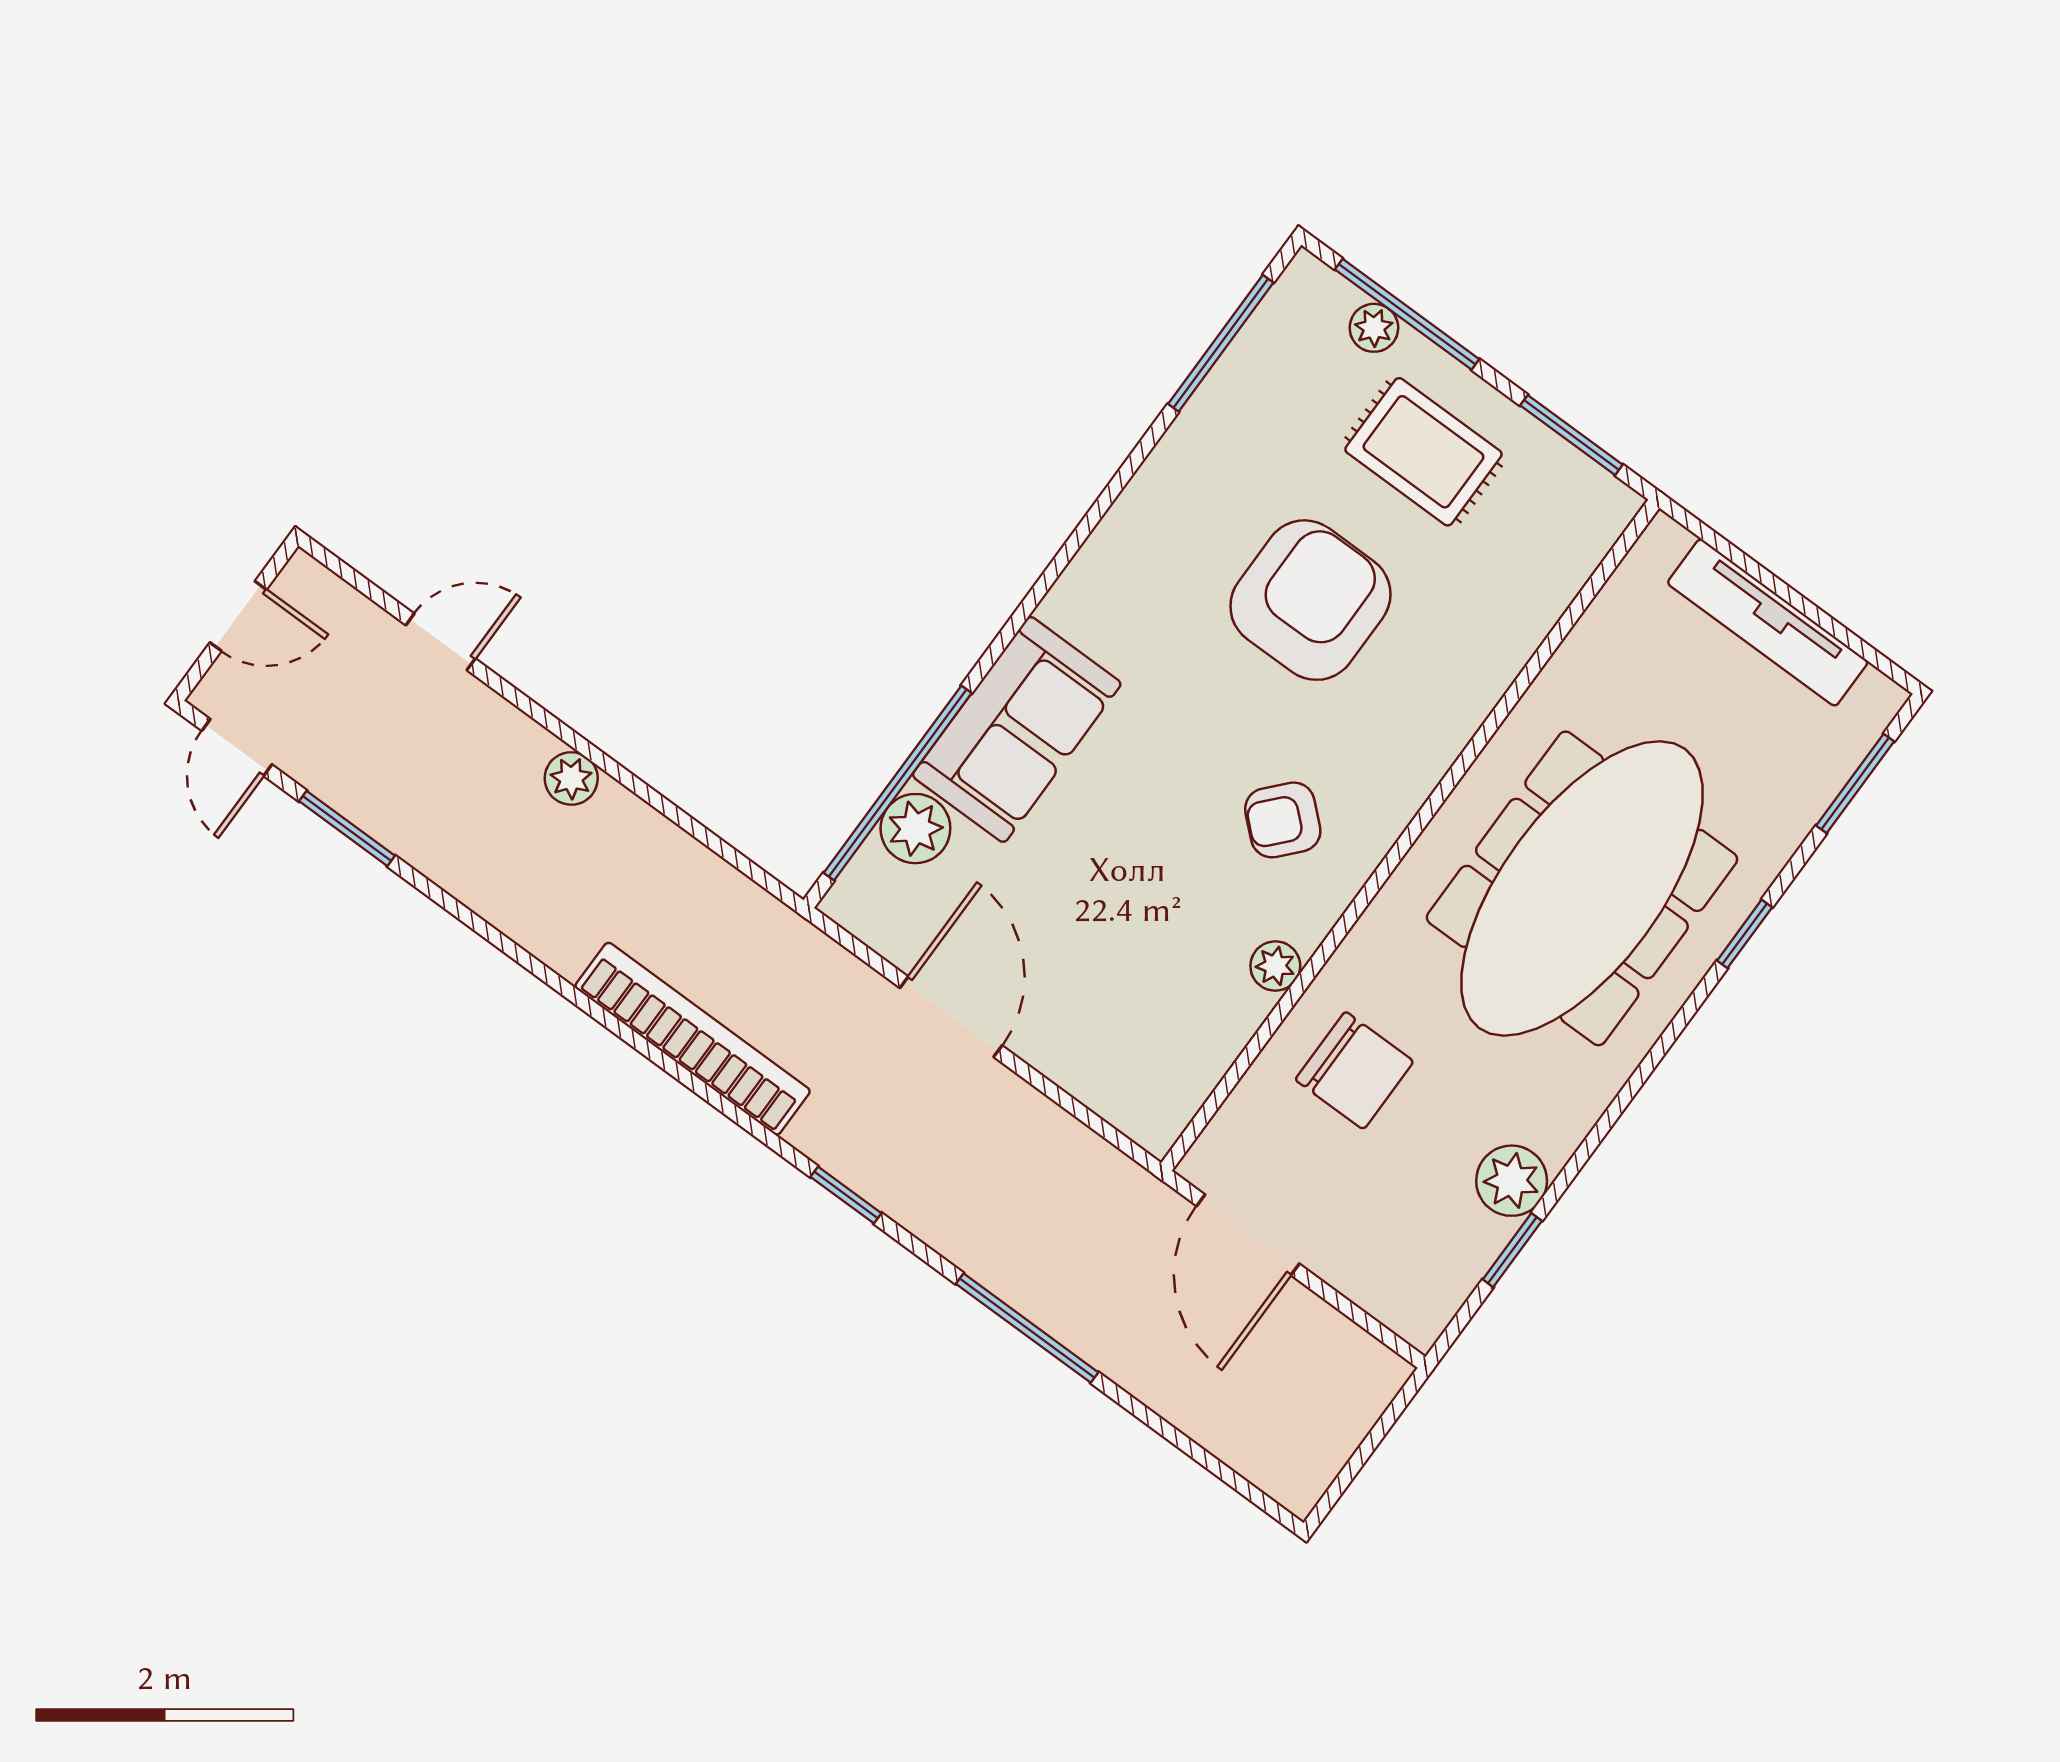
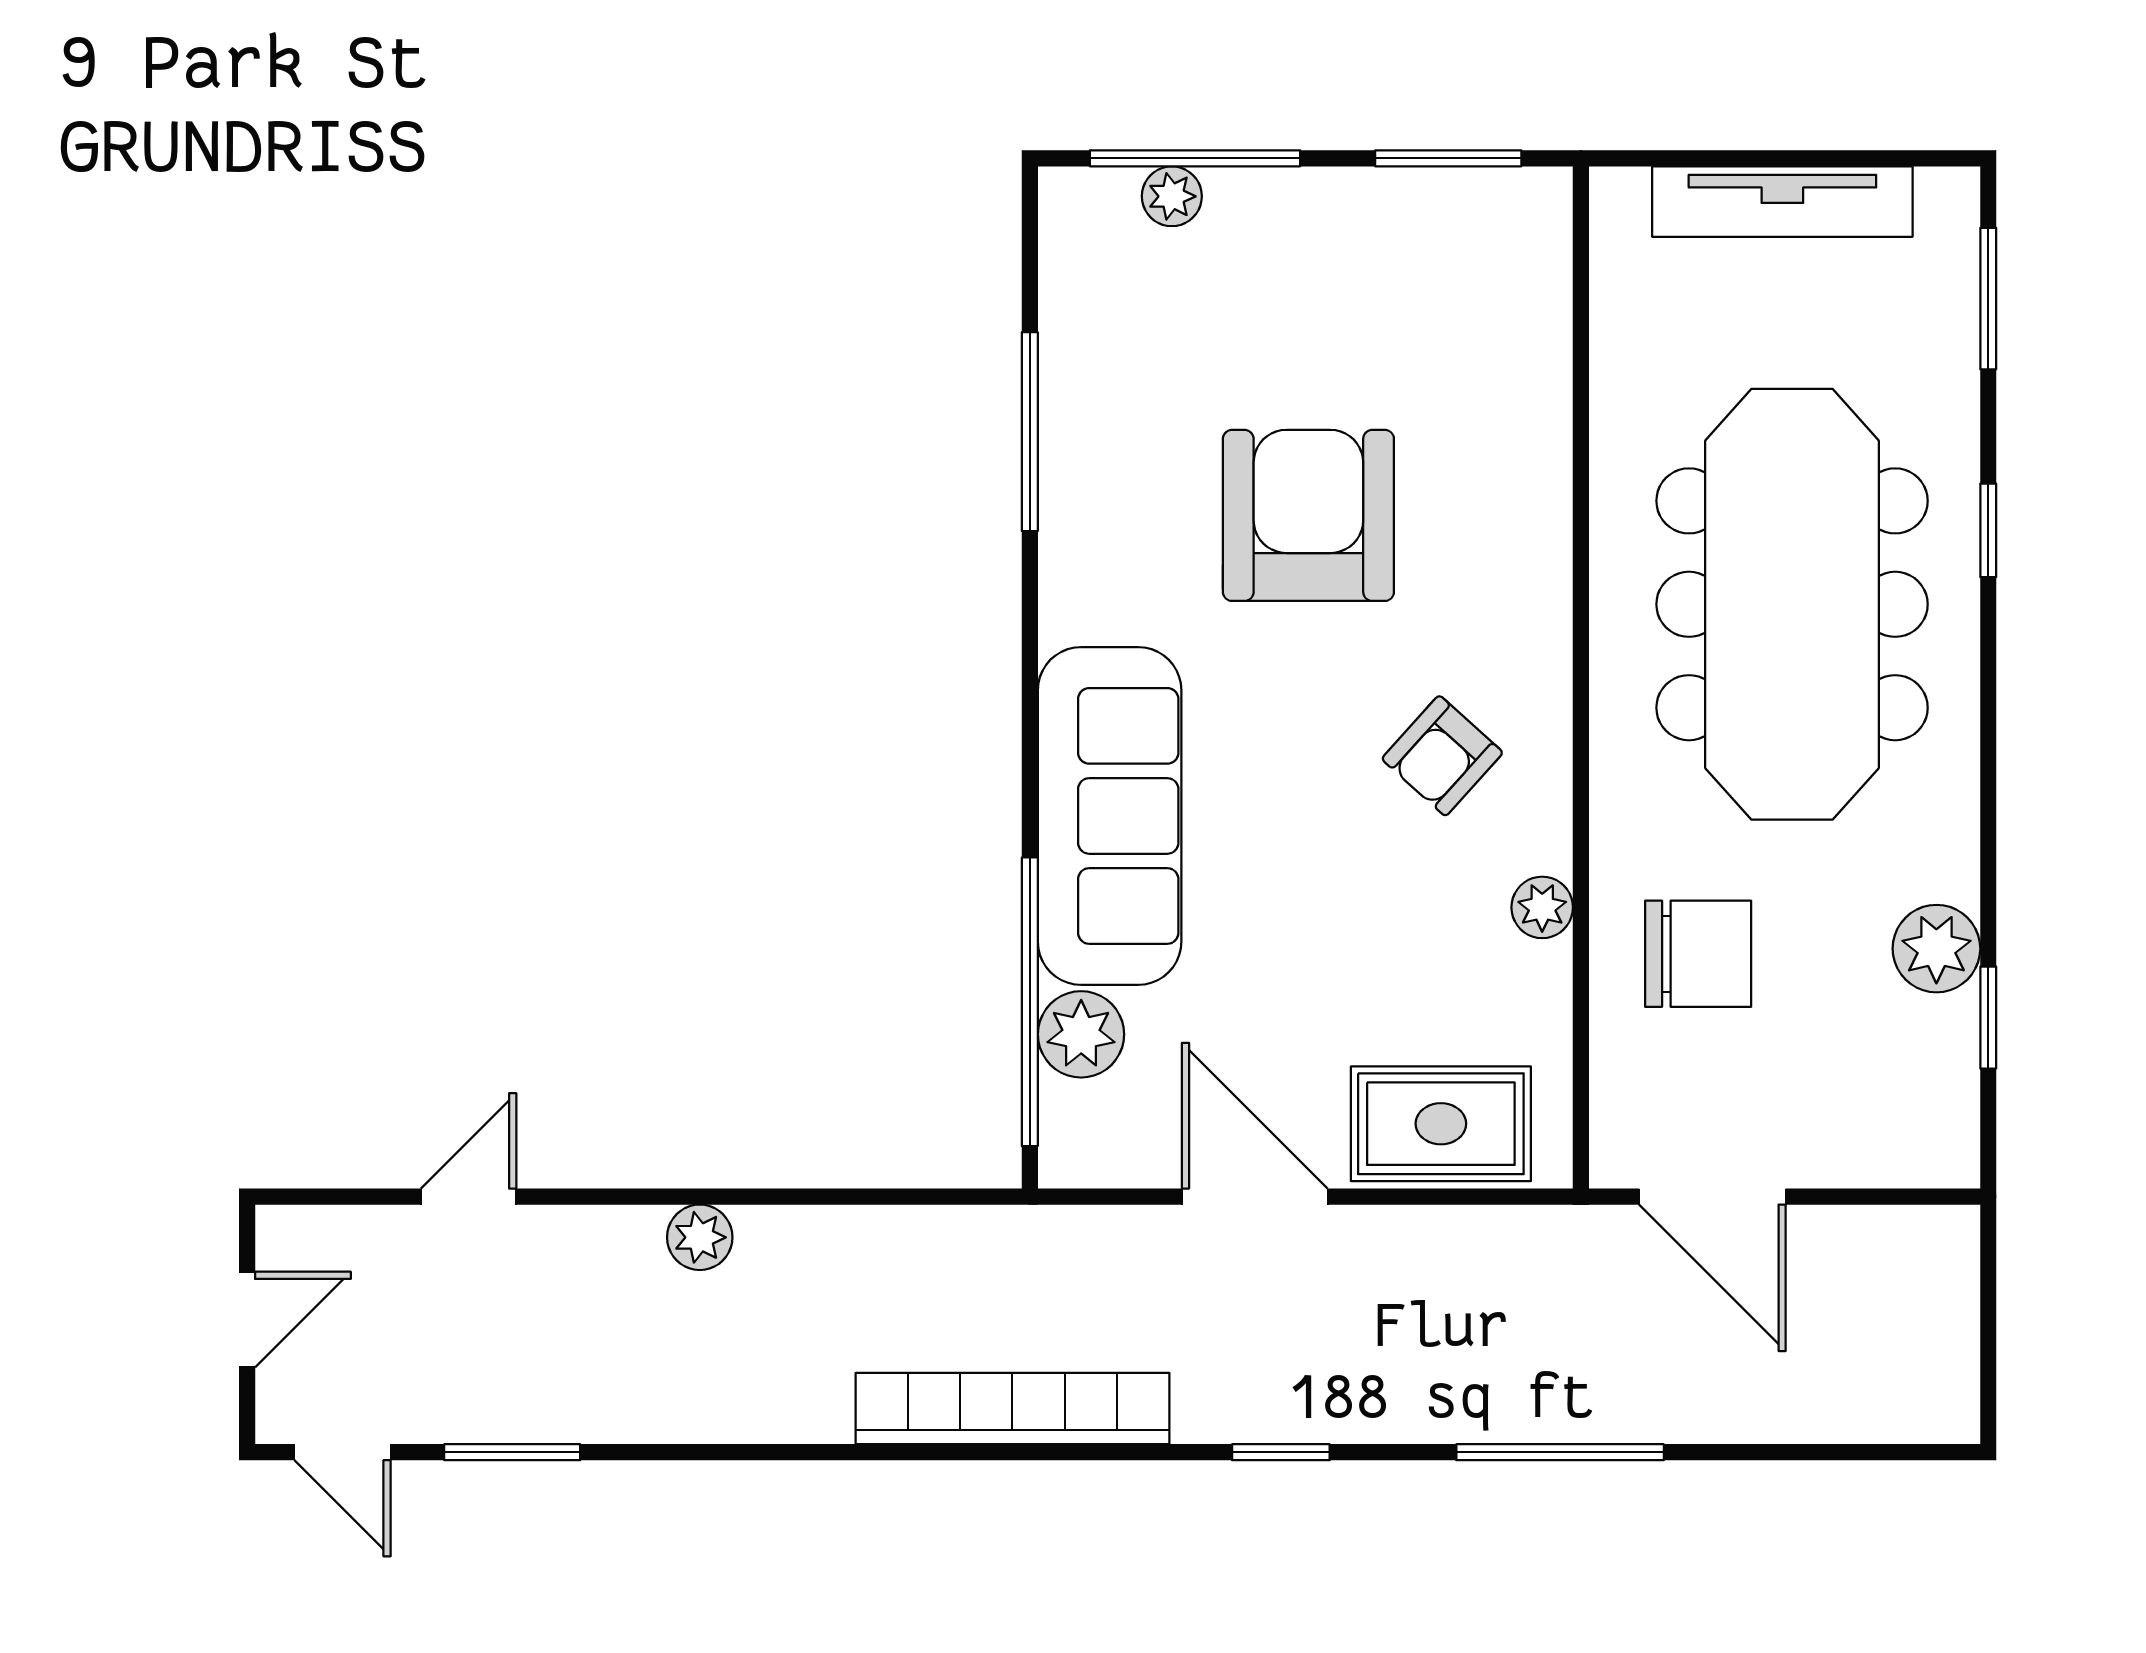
window: (1221, 343) -> (1030, 432), moved
rug: (1423, 452) -> (1441, 1124), moved
sofa: (1017, 729) -> (1110, 816), width x1.36

